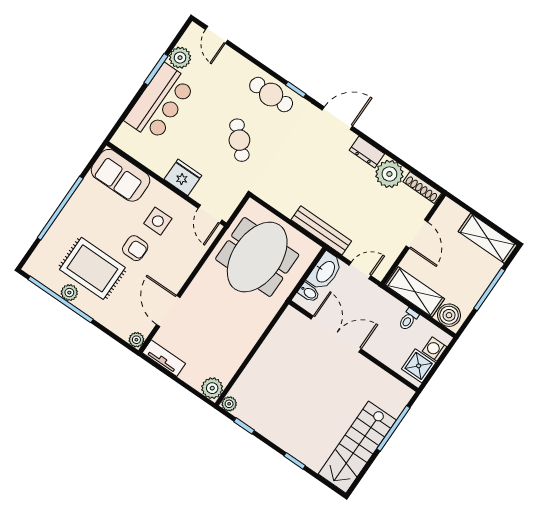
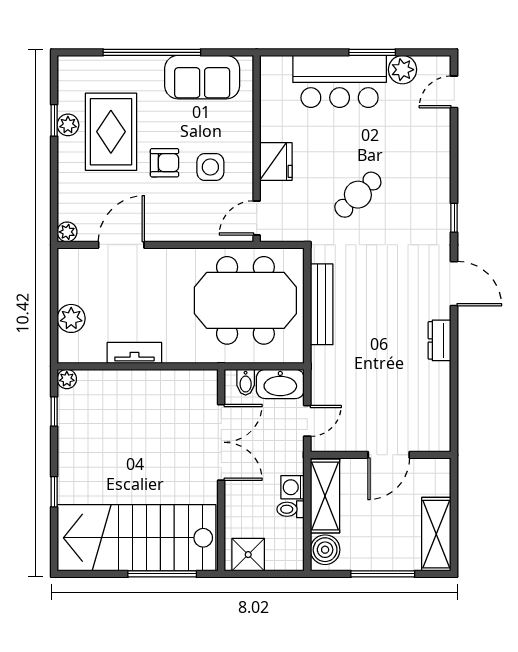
cafe table: (271, 95) -> (430, 195), removed
plant: (389, 174) -> (433, 381), removed
sofa: (120, 175) -> (202, 77), moved, turned -90
shoe rack: (422, 187) -> (443, 426), removed
bench: (321, 230) -> (322, 304), moved
armchair: (135, 248) -> (165, 163), turned -90
door: (360, 270) -> (307, 421), hinge flipped
window: (61, 299) -> (54, 120), width x0.32
washing machine: (435, 349) -> (293, 487), moved, turned -90
tv unit: (164, 358) -> (134, 353), moved, turned -90
plant: (212, 388) -> (71, 318), moved
stairs: (357, 447) -> (137, 538), width x1.36, depth x1.51

